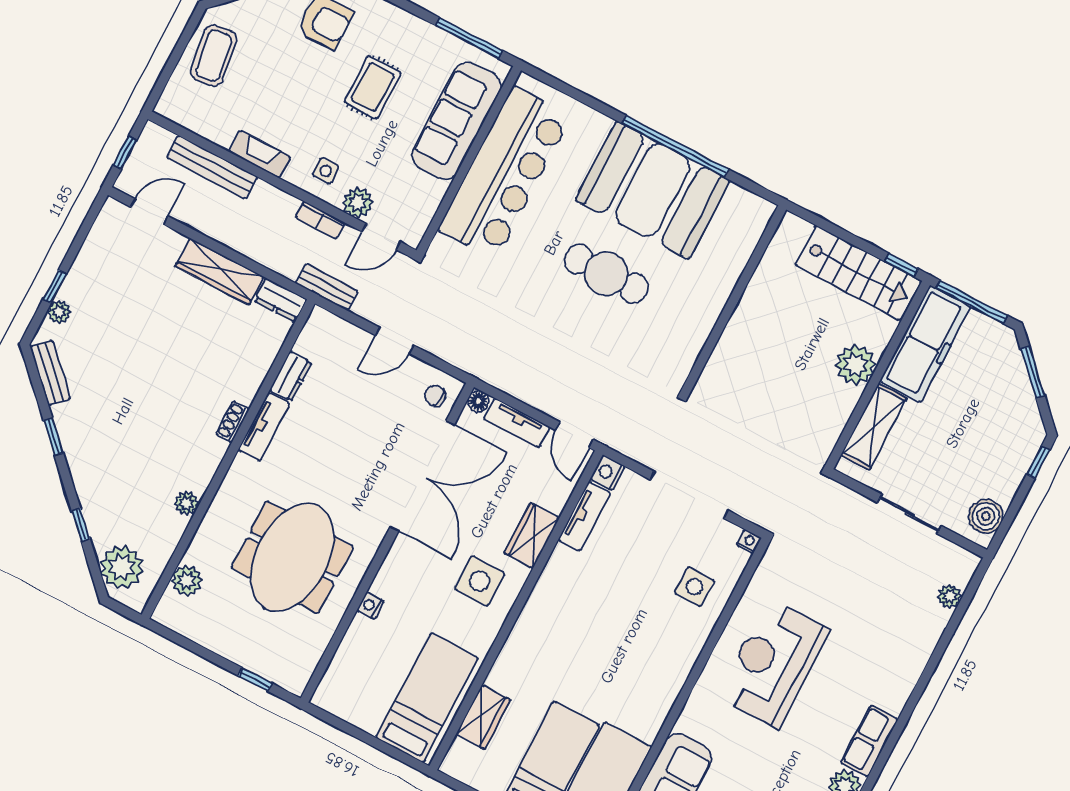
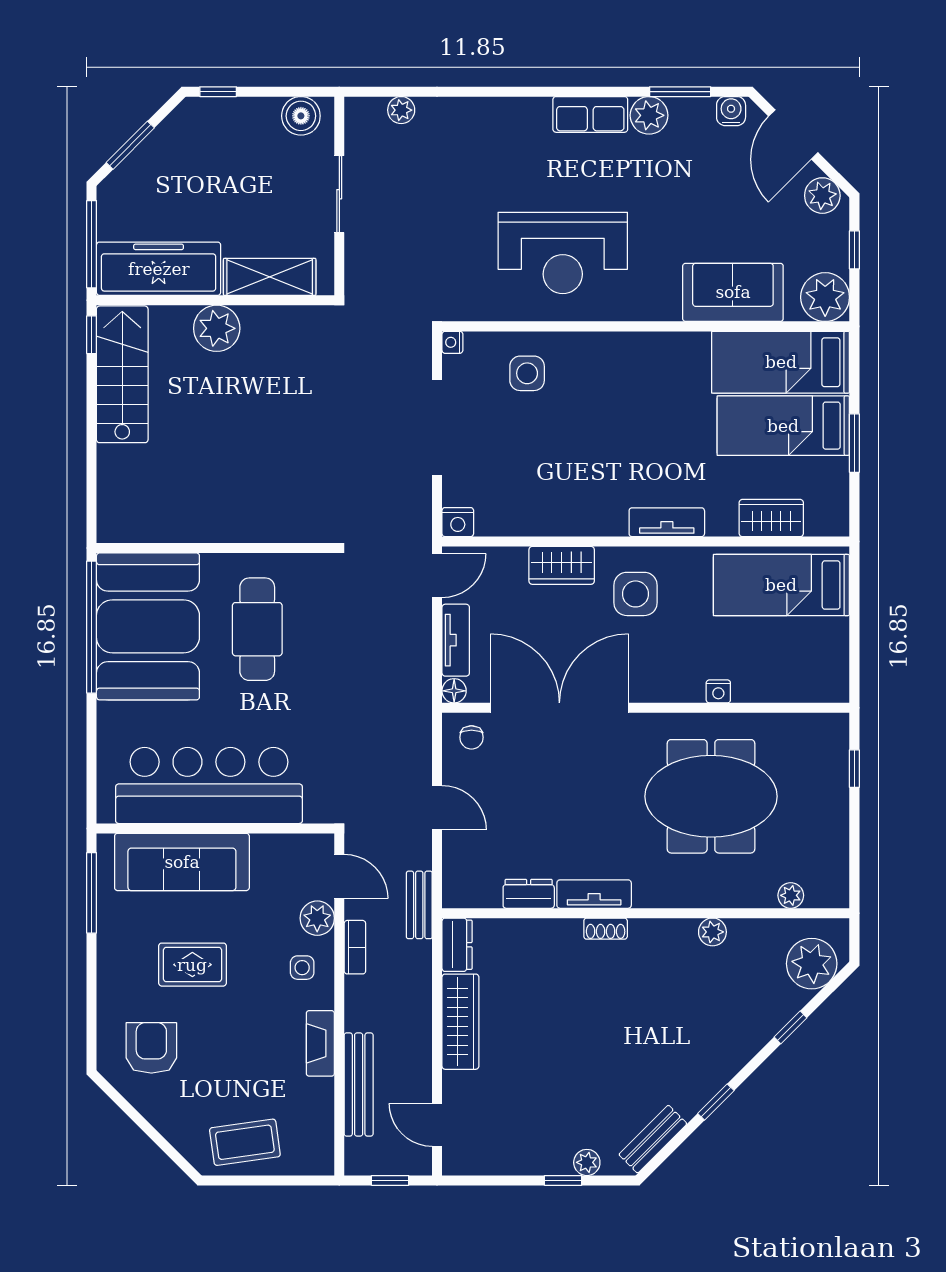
wall: (734, 300) -> (215, 548), moved
tv unit: (585, 516) -> (667, 522), moved
plant: (187, 581) -> (791, 895), width x0.73, depth x0.73

